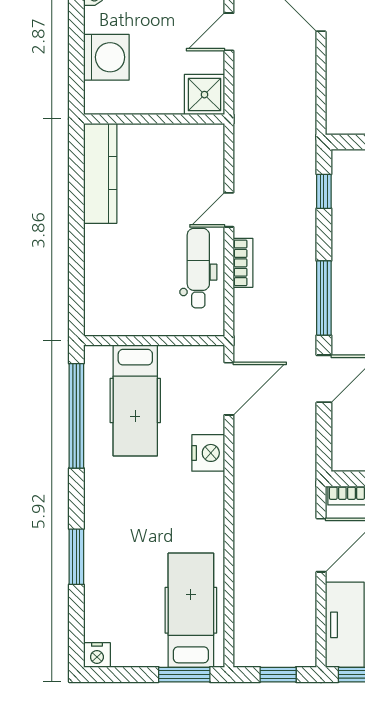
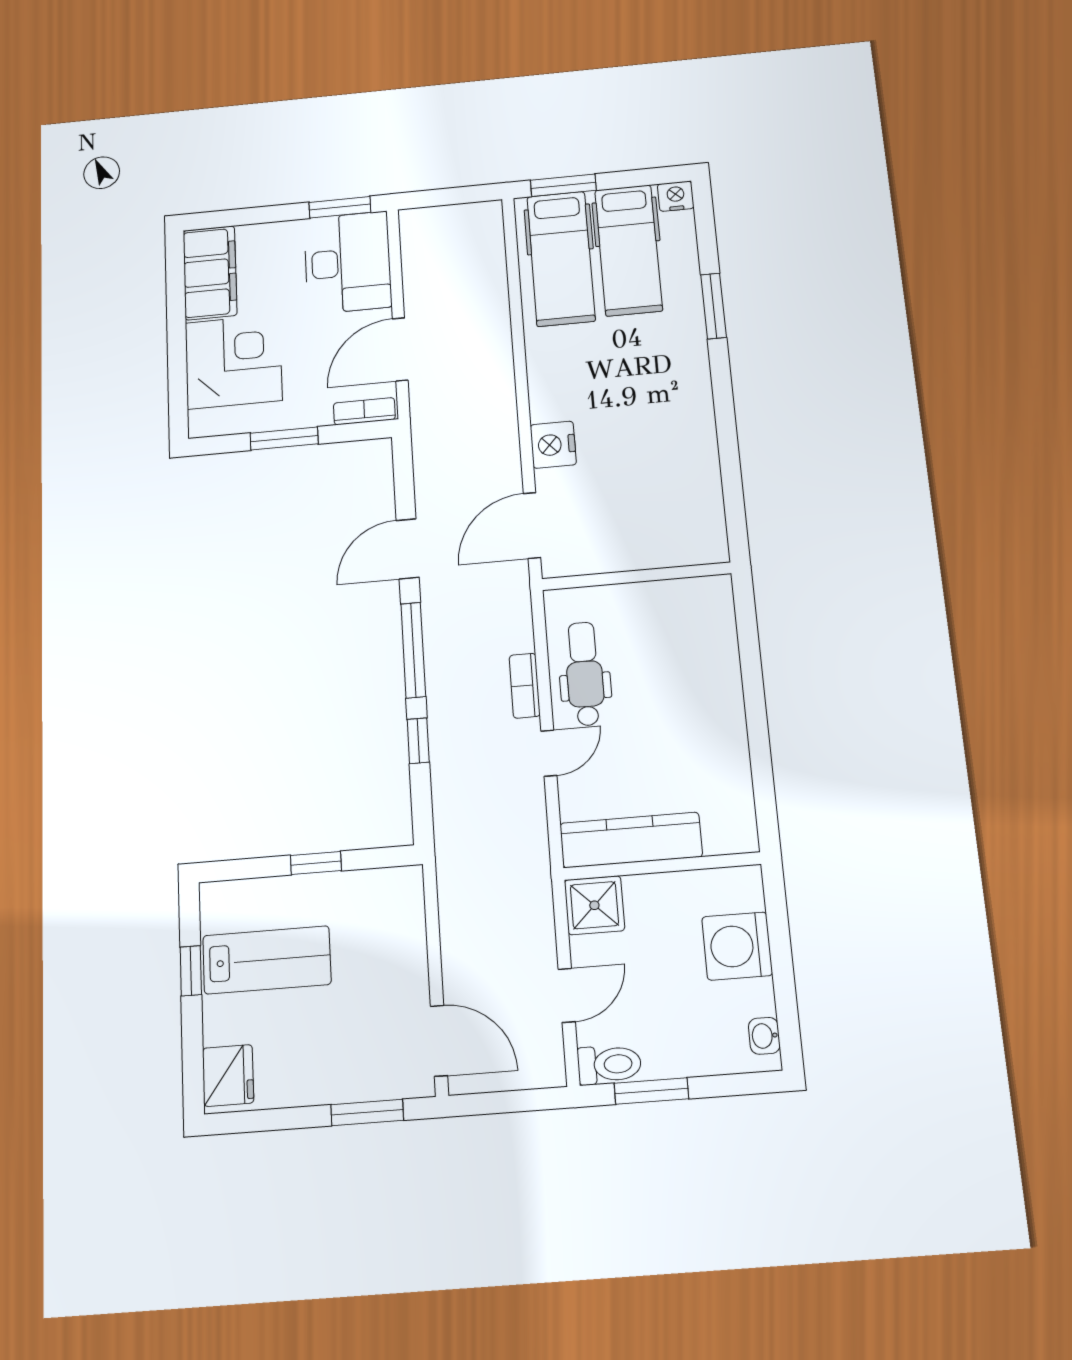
kitchen counter: (100, 173) -> (631, 840), moved, turned 90
window: (324, 191) -> (418, 741), moved
dental chair: (198, 268) -> (585, 674), turned 180
hospital bed: (135, 400) -> (628, 250), moved, turned 180
window: (76, 416) -> (731, 474), removed
window: (278, 675) -> (446, 197), removed

